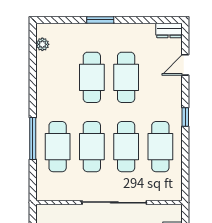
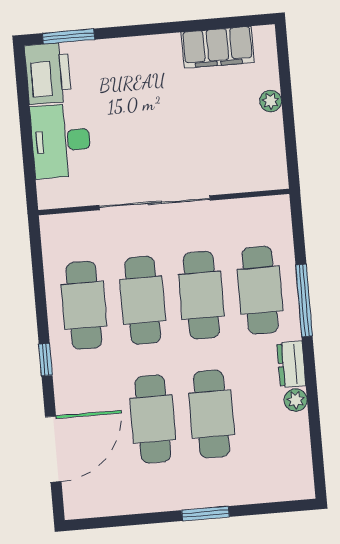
dresser: (169, 30) -> (291, 364), moved, turned -90
plant: (42, 44) -> (296, 400), moved
door: (185, 65) -> (53, 449), width x1.87

